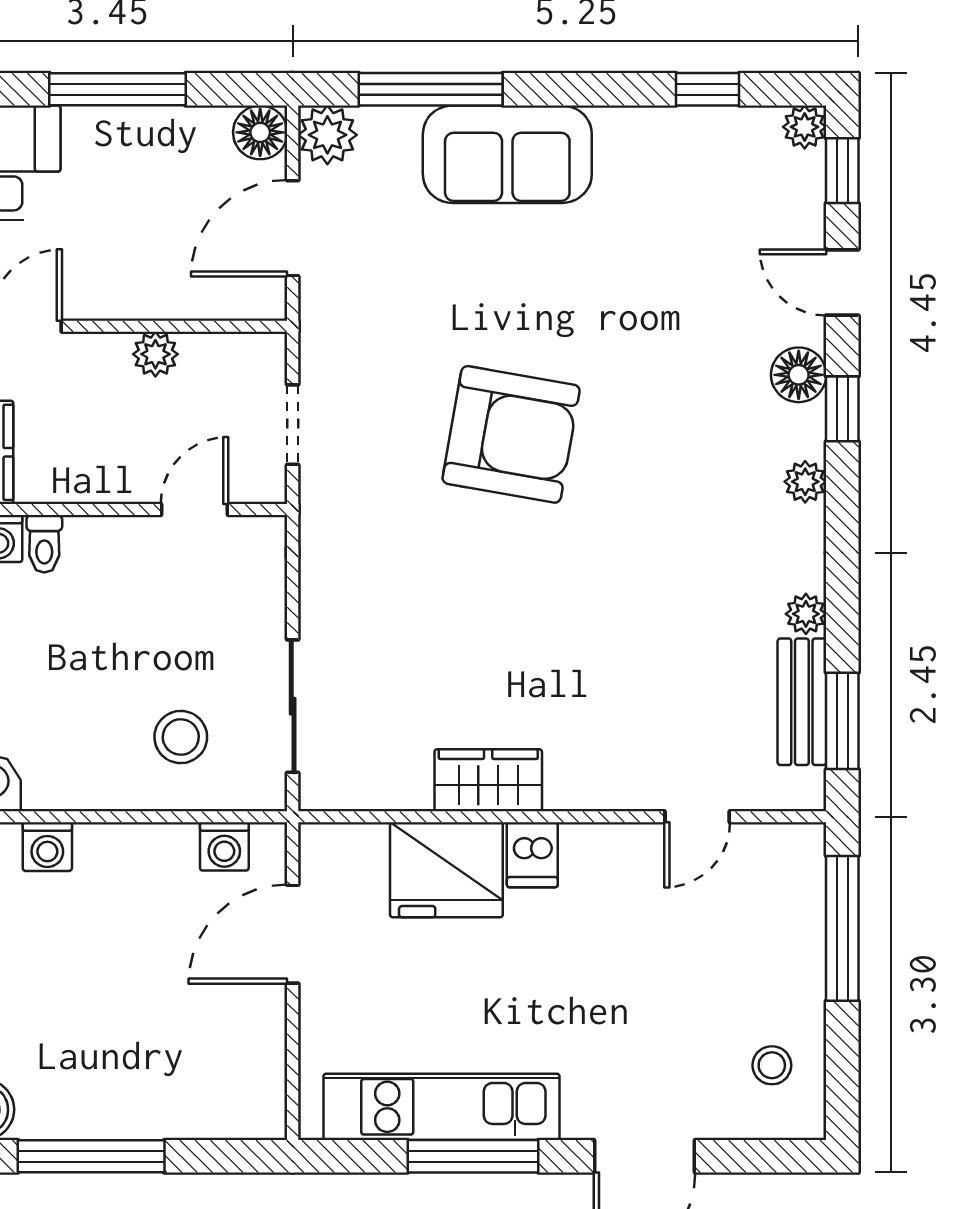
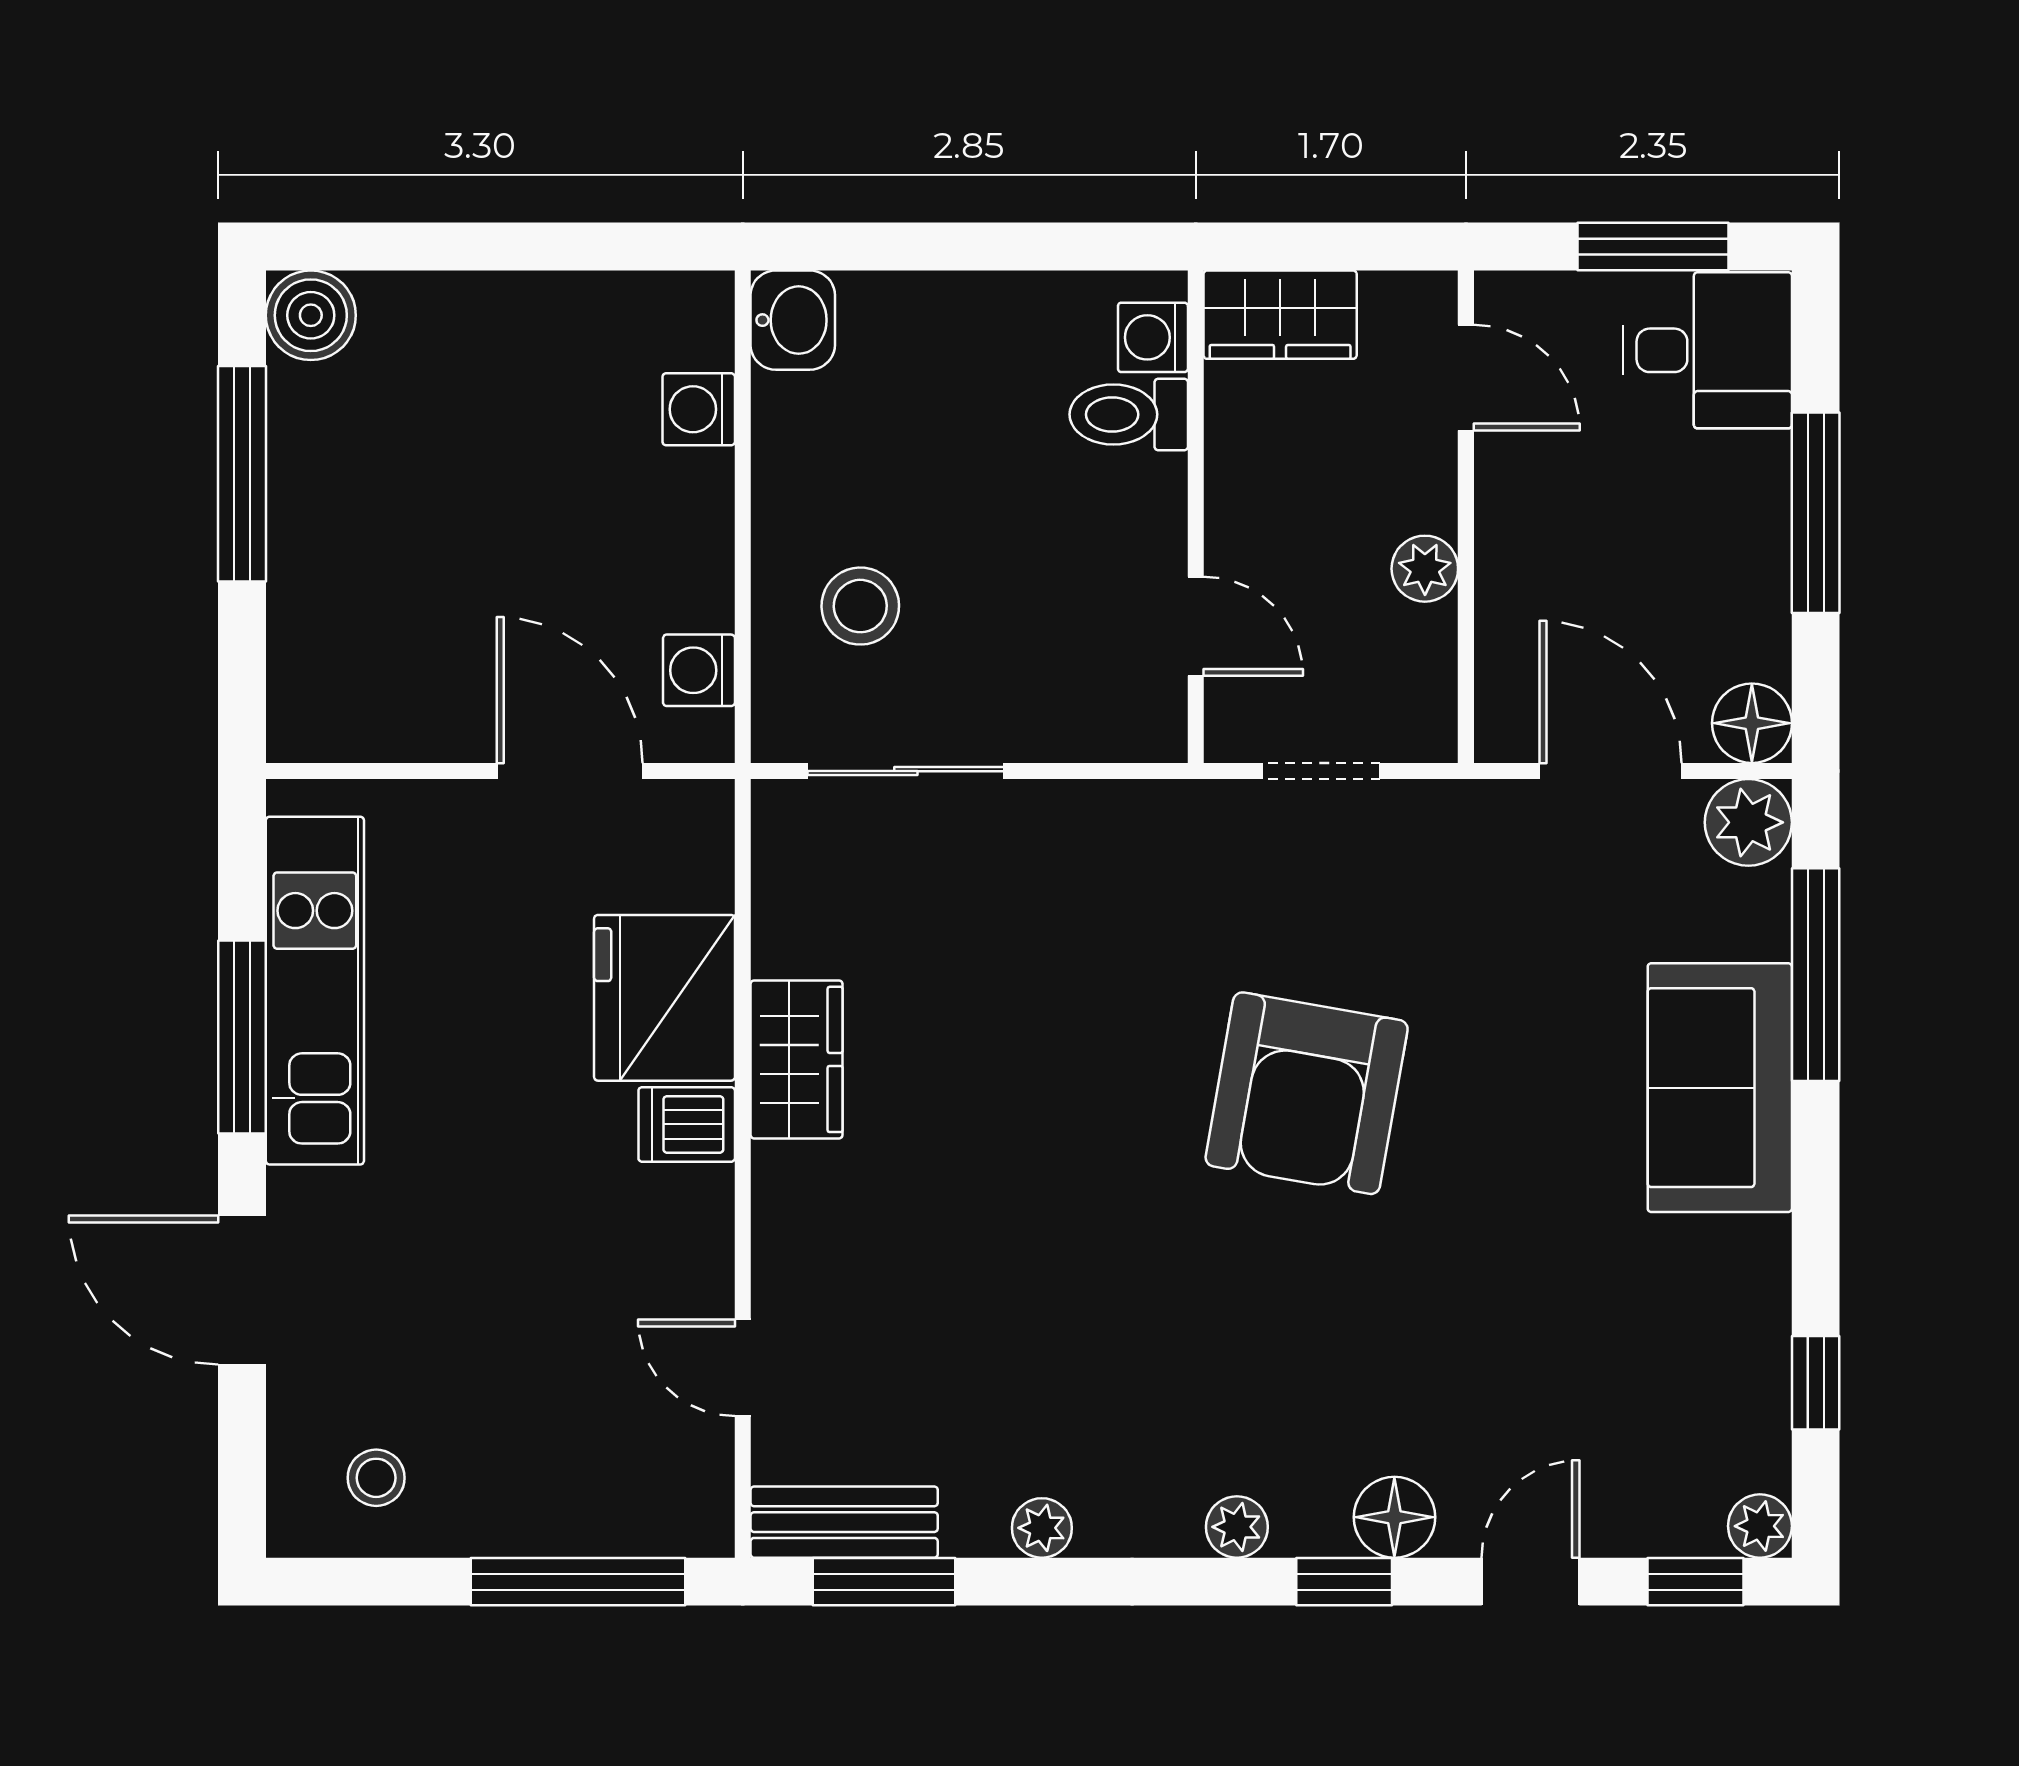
toilet: (44, 544) -> (1129, 414), width x1.37, depth x1.39
bench: (802, 702) -> (844, 1522), moved

